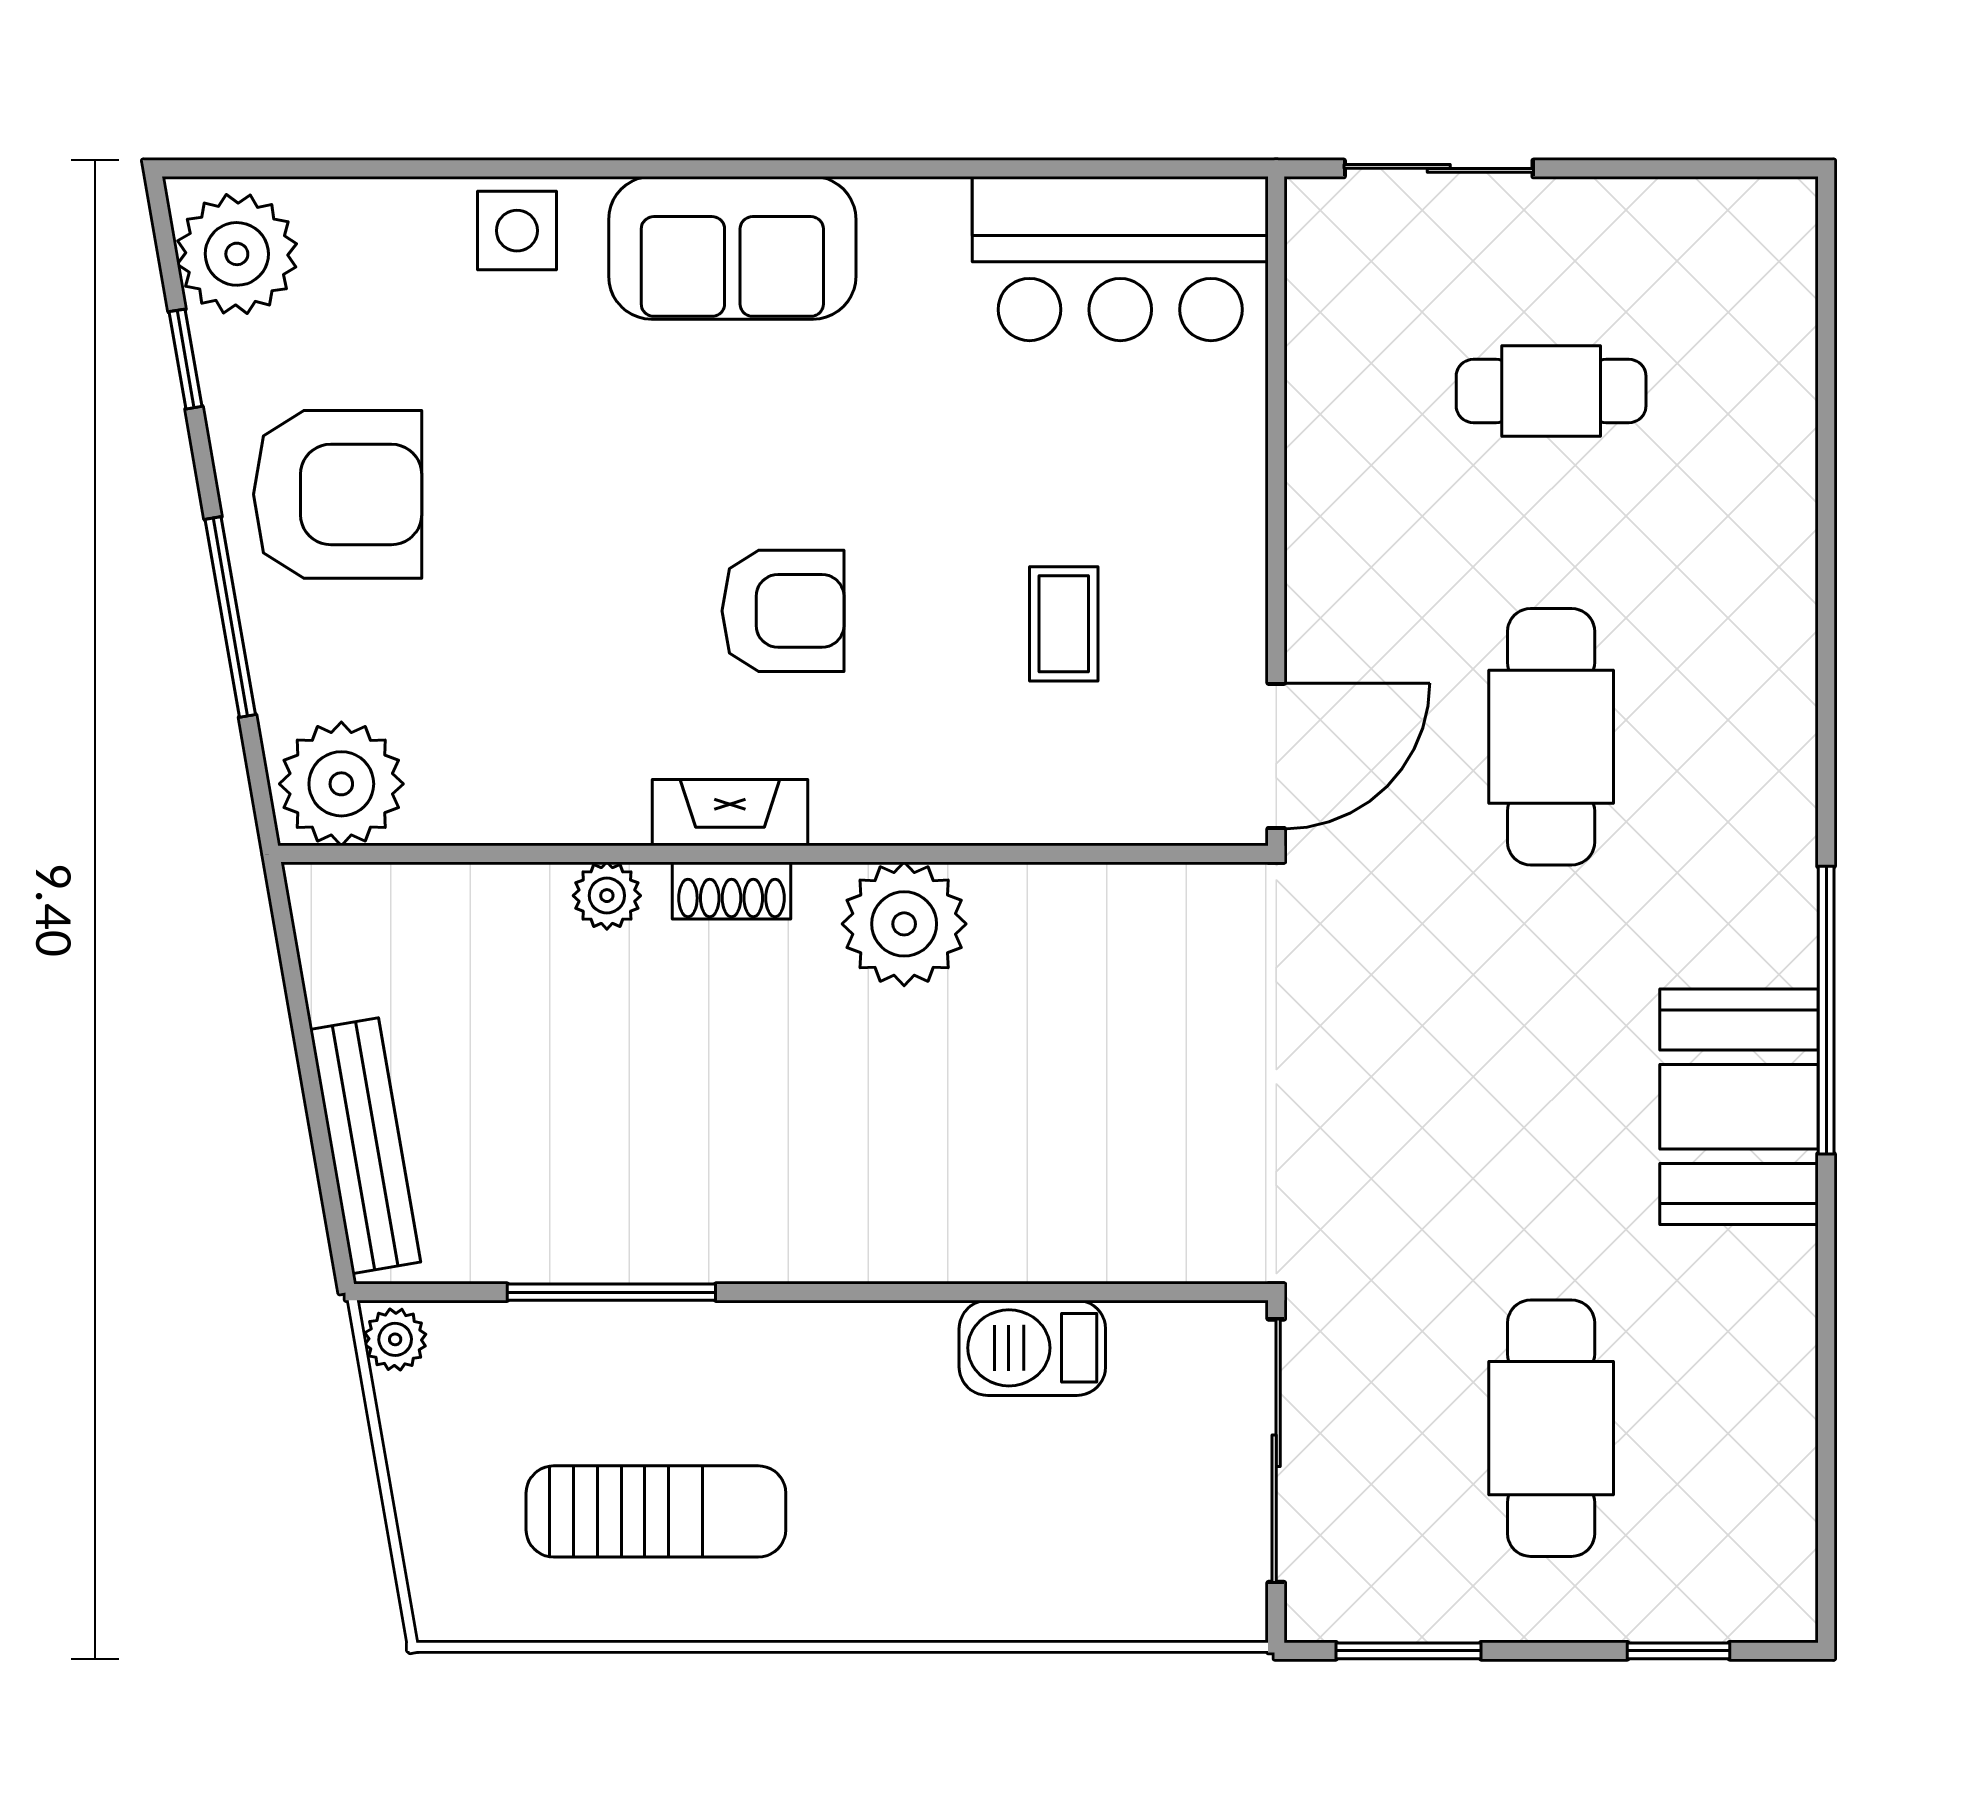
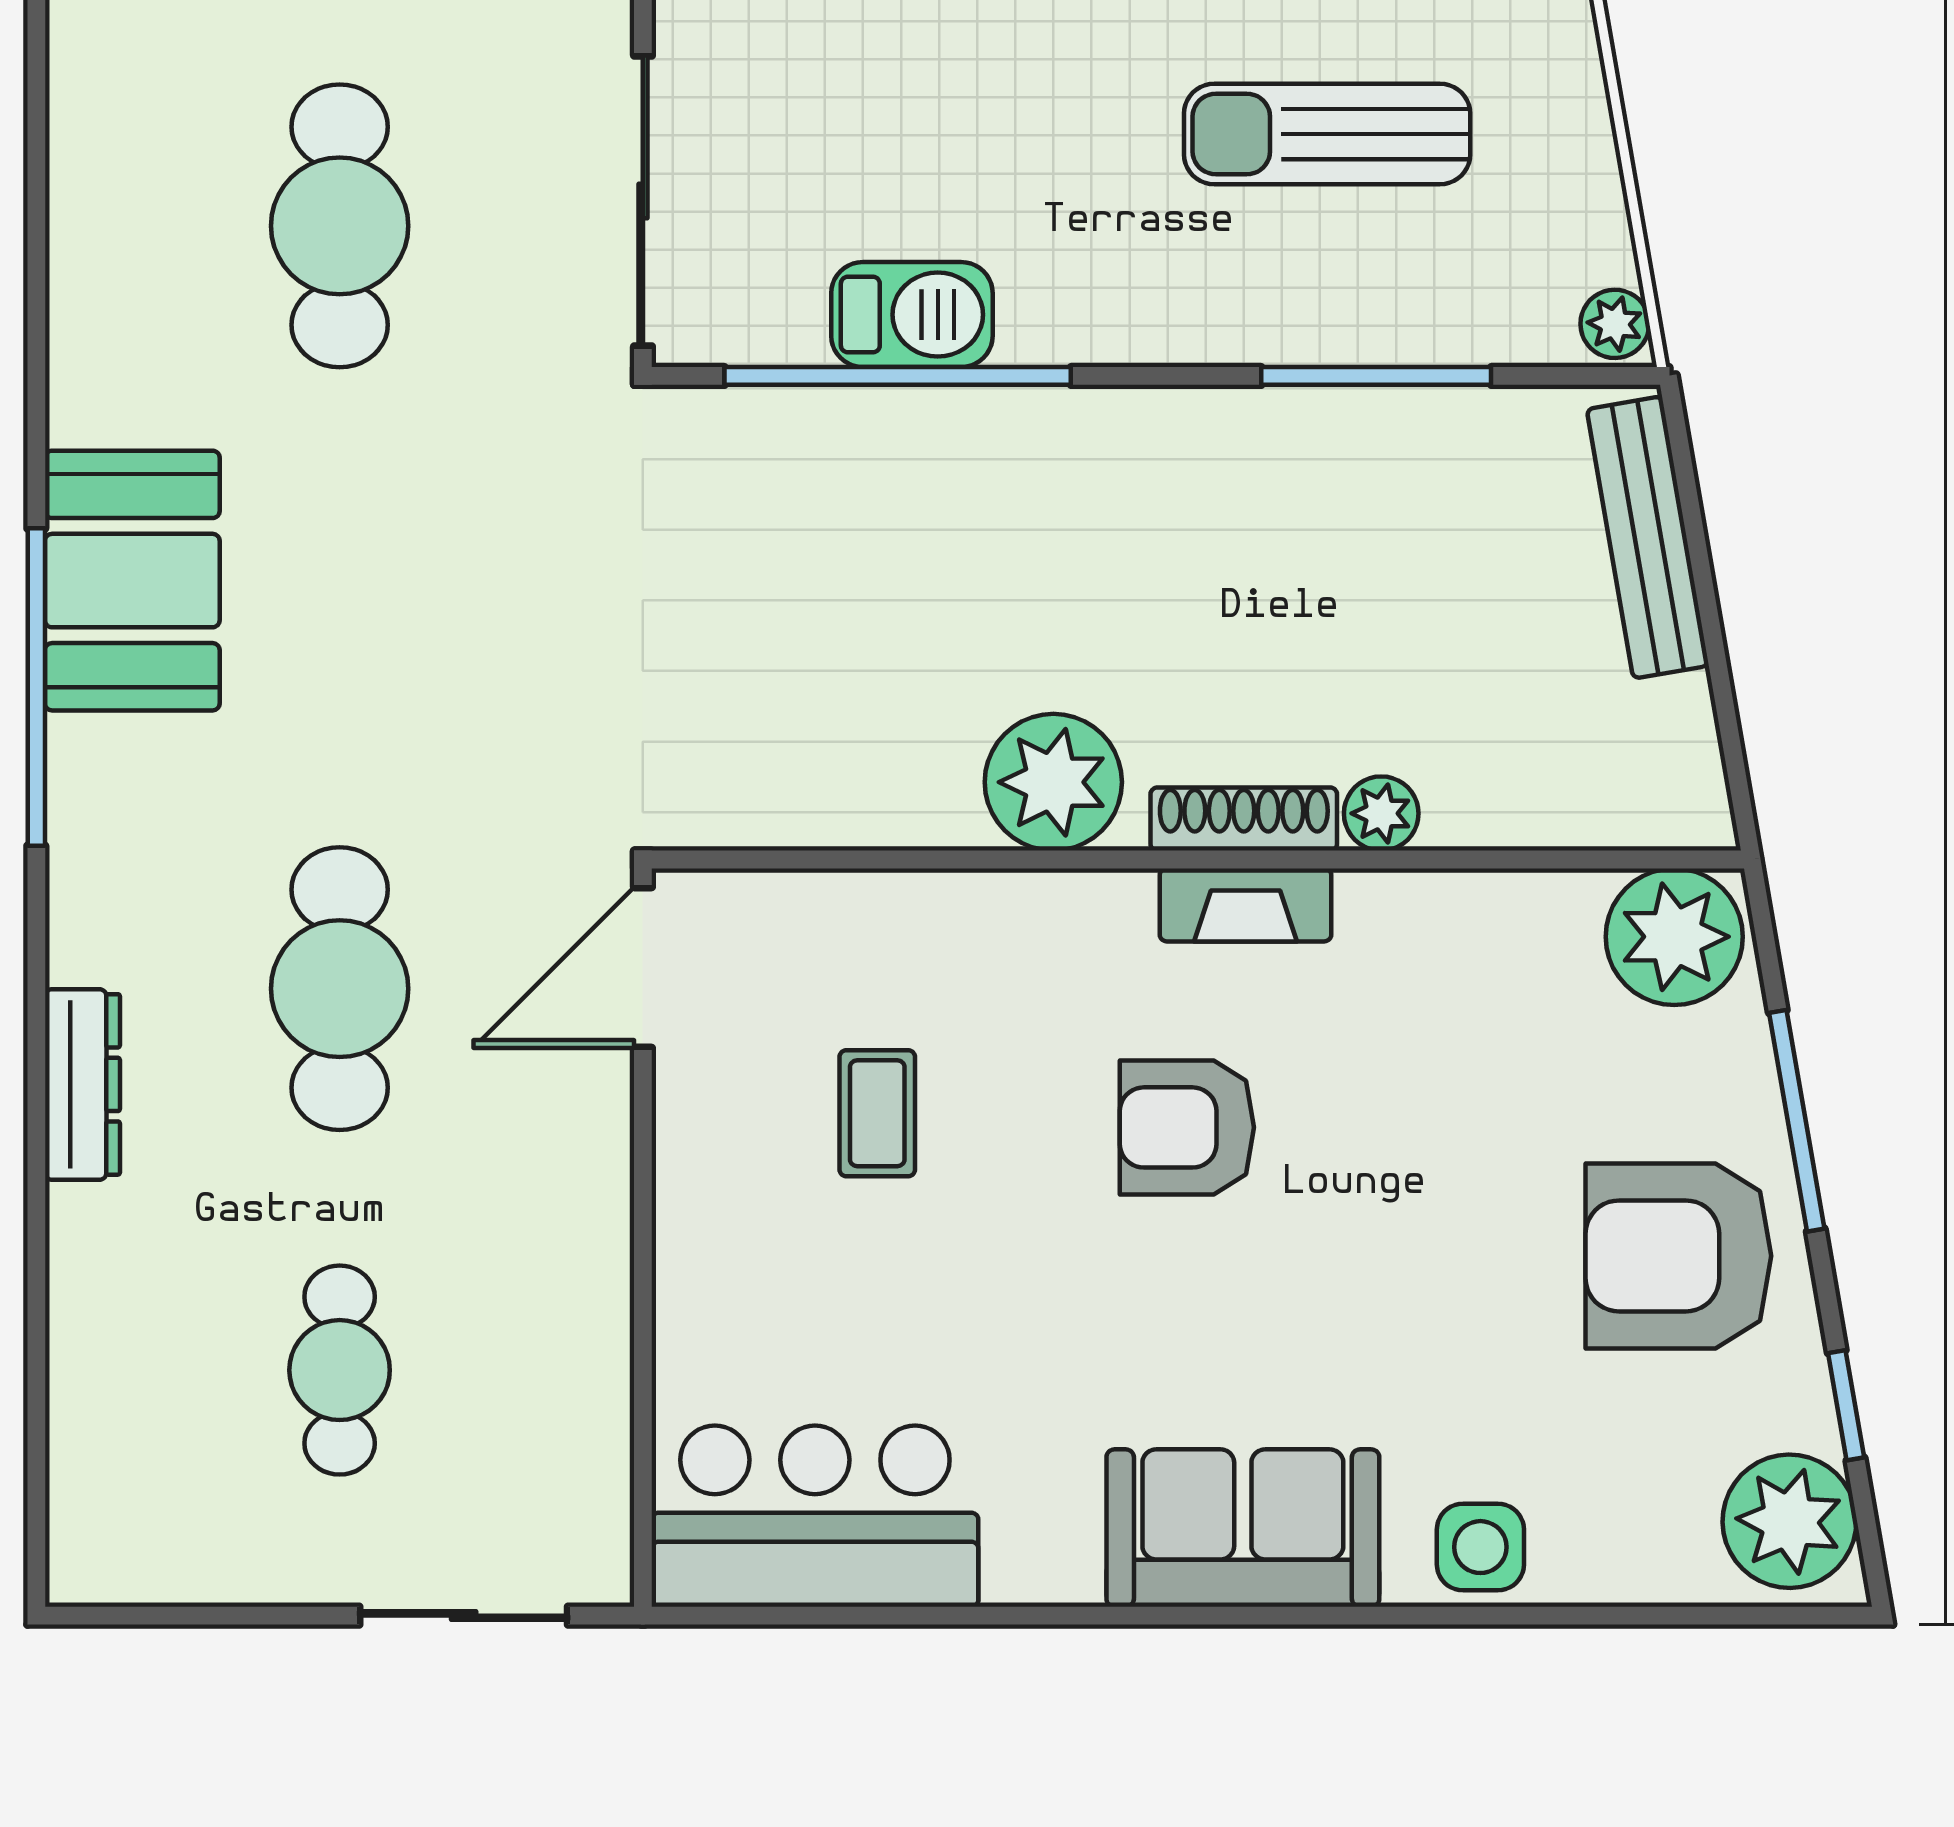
cafe table: (1551, 391) -> (340, 1370), turned 90
dresser: (1784, 650) -> (82, 1084), added
shoe rack: (731, 891) -> (1244, 819), width x1.43
window: (1045, 1292) -> (898, 376), added

